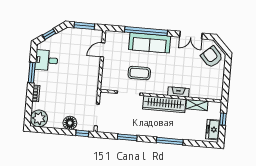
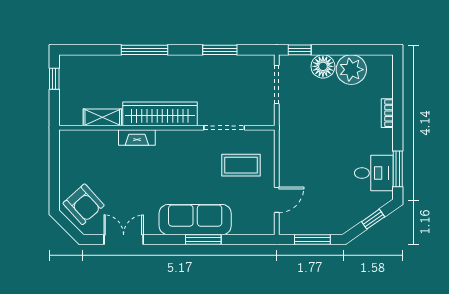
window: (146, 31) -> (203, 240), width x0.47
window: (32, 73) -> (398, 169), moved
coffee table: (139, 73) -> (241, 165), moved
plant: (39, 118) -> (351, 70), moved
window: (223, 119) -> (54, 79), moved
freezer: (213, 130) -> (70, 77), removed

